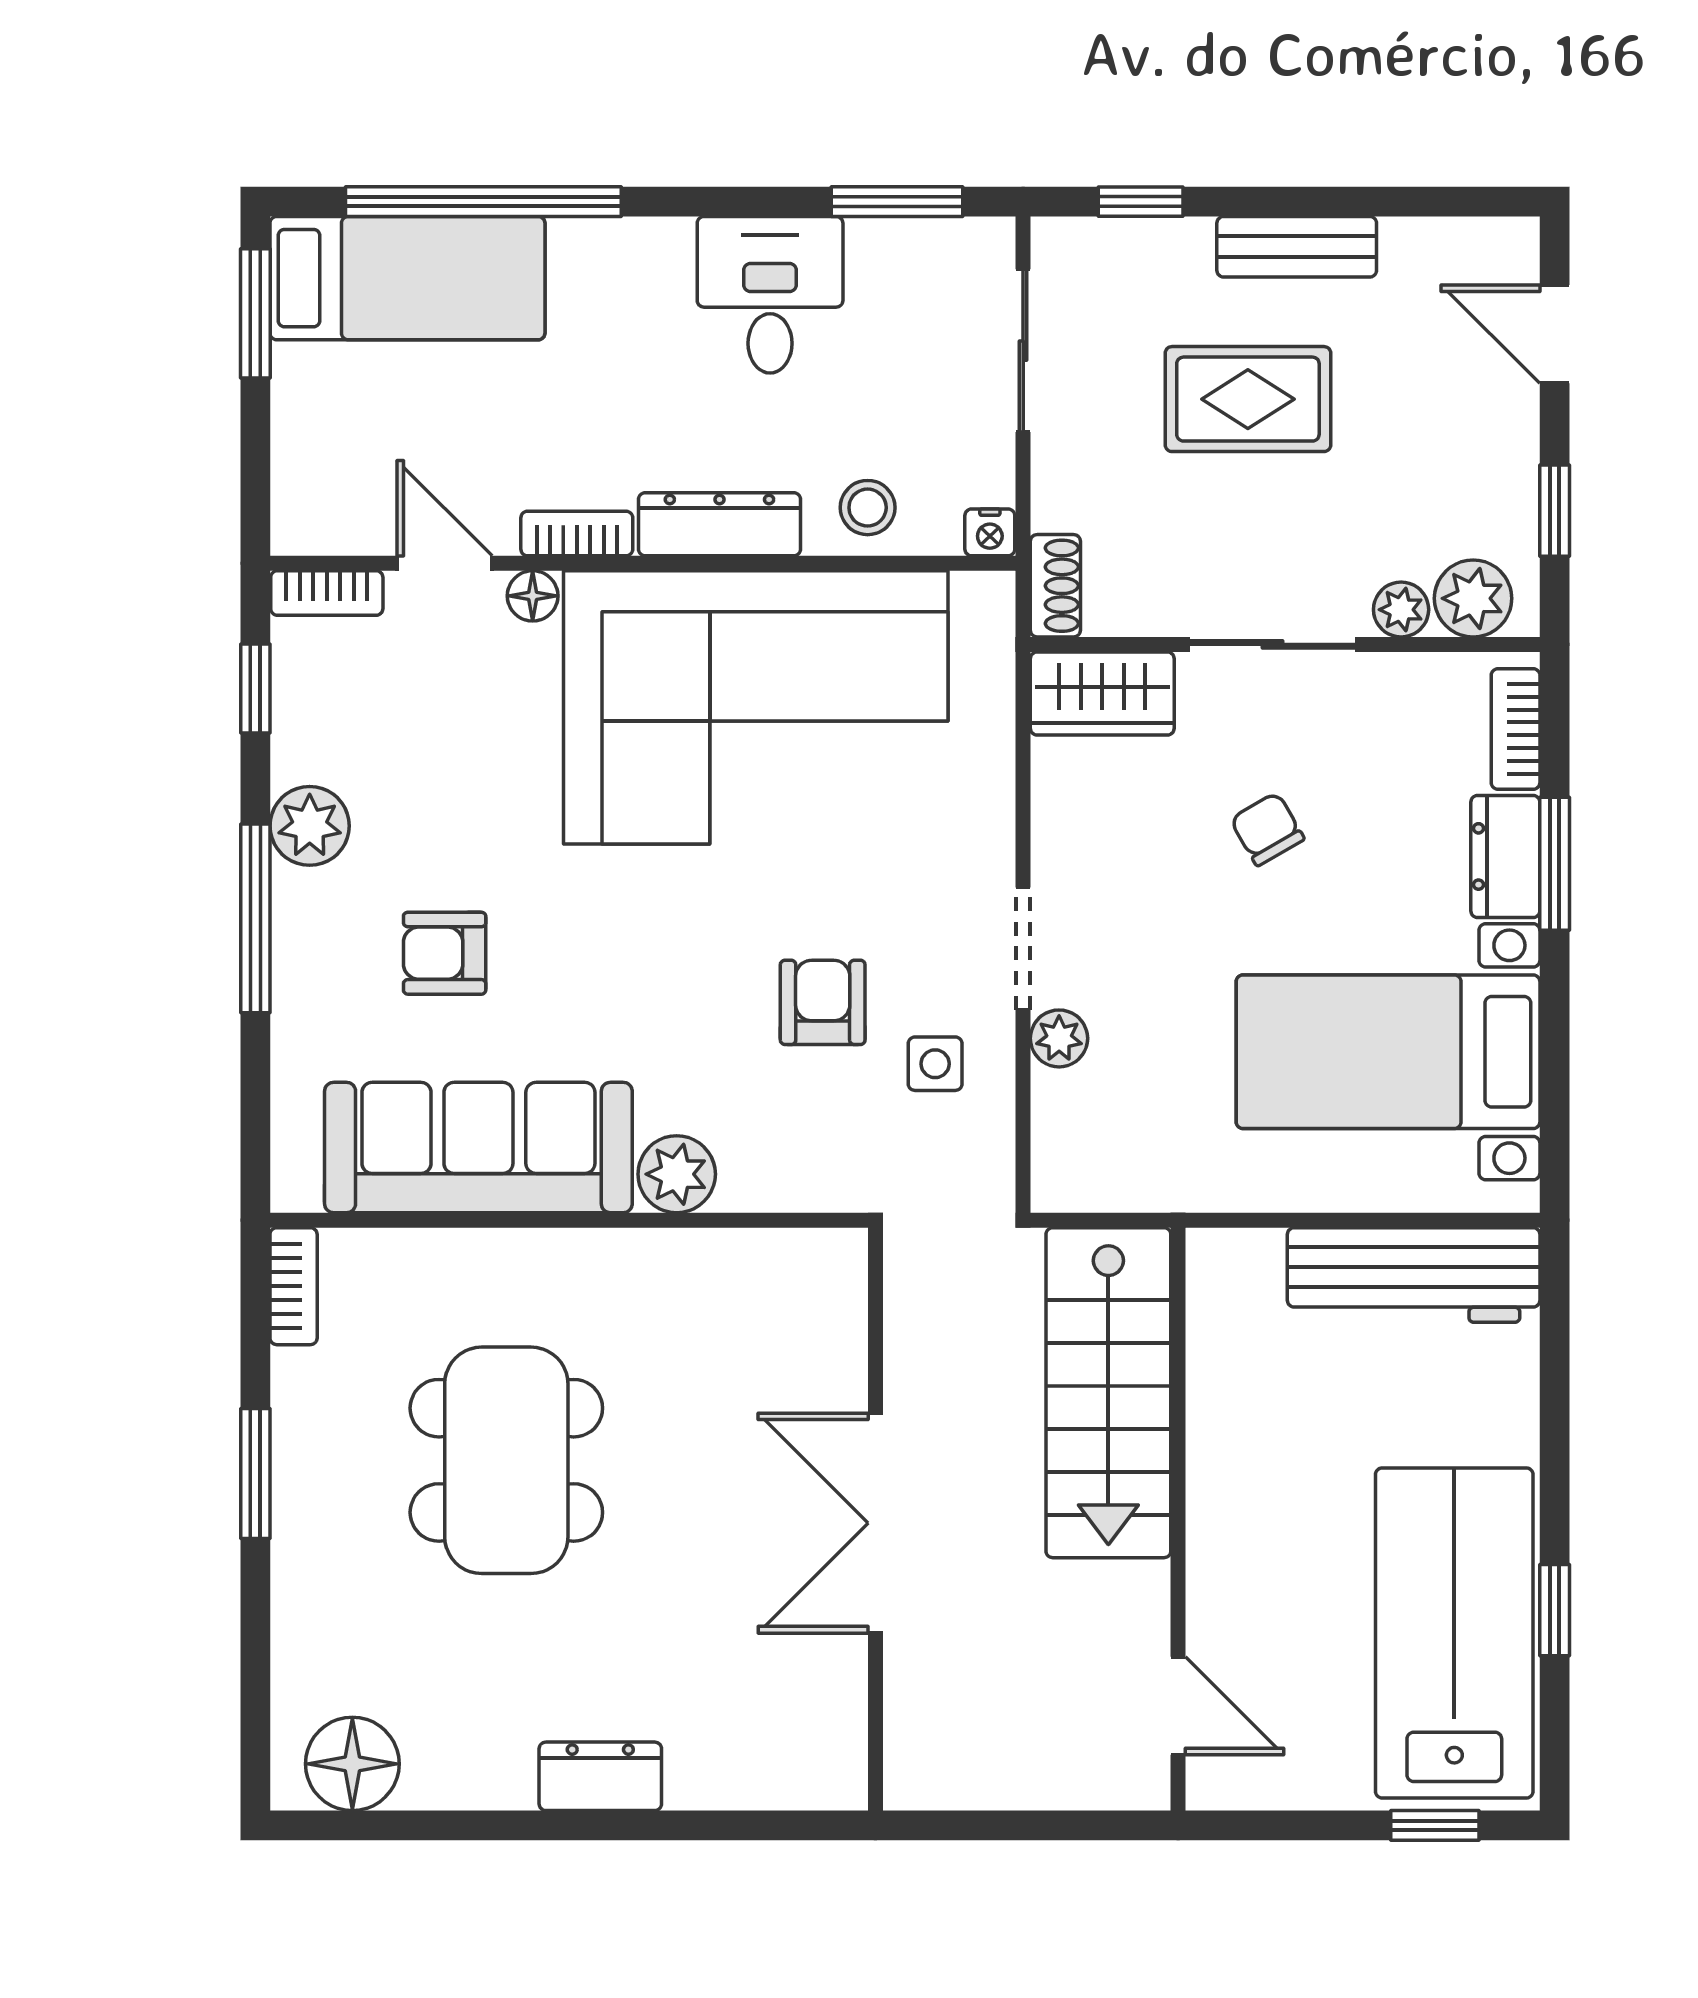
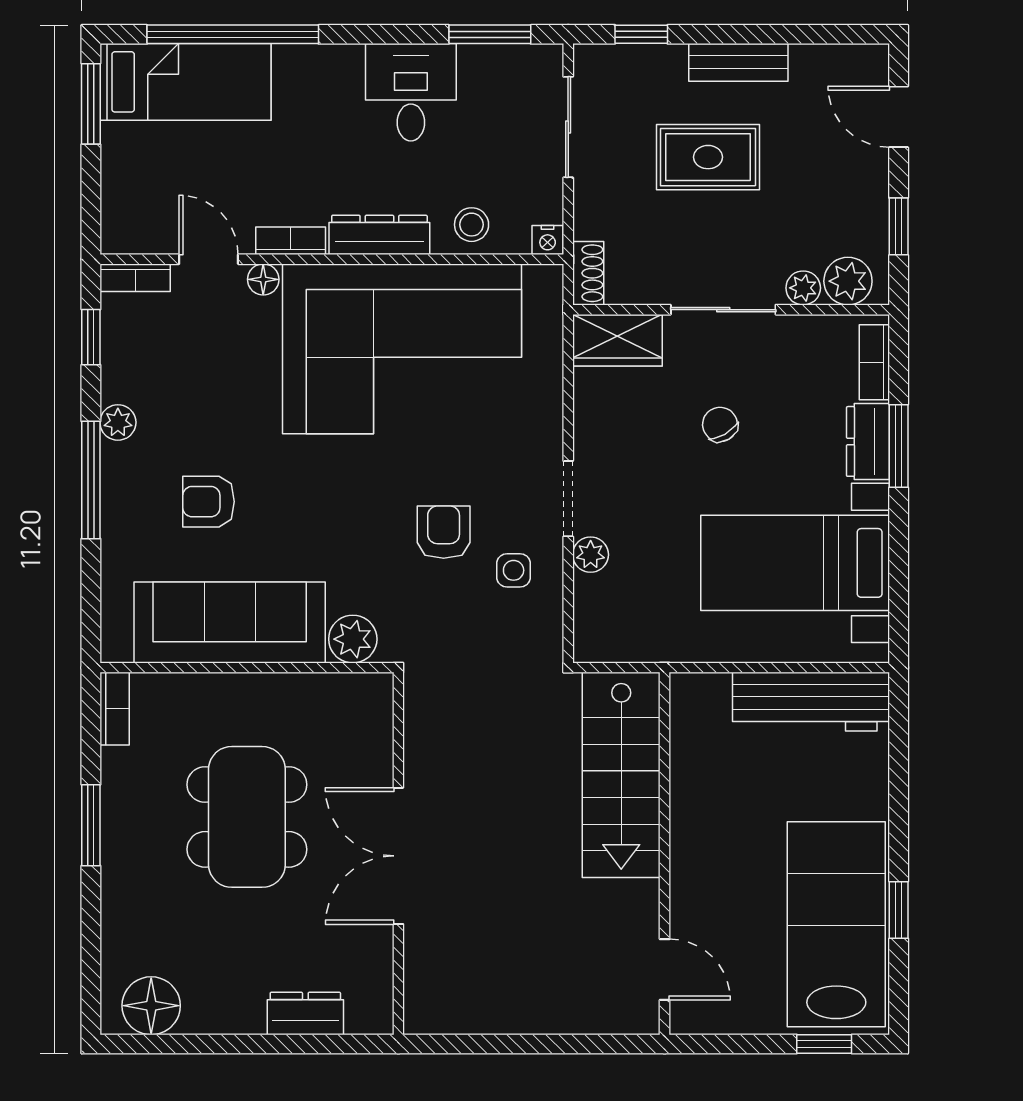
plant: (310, 826) -> (118, 422), width x0.73, depth x0.73
wall: (875, 1519) -> (398, 853), moved
double door: (875, 1523) -> (398, 856), moved

